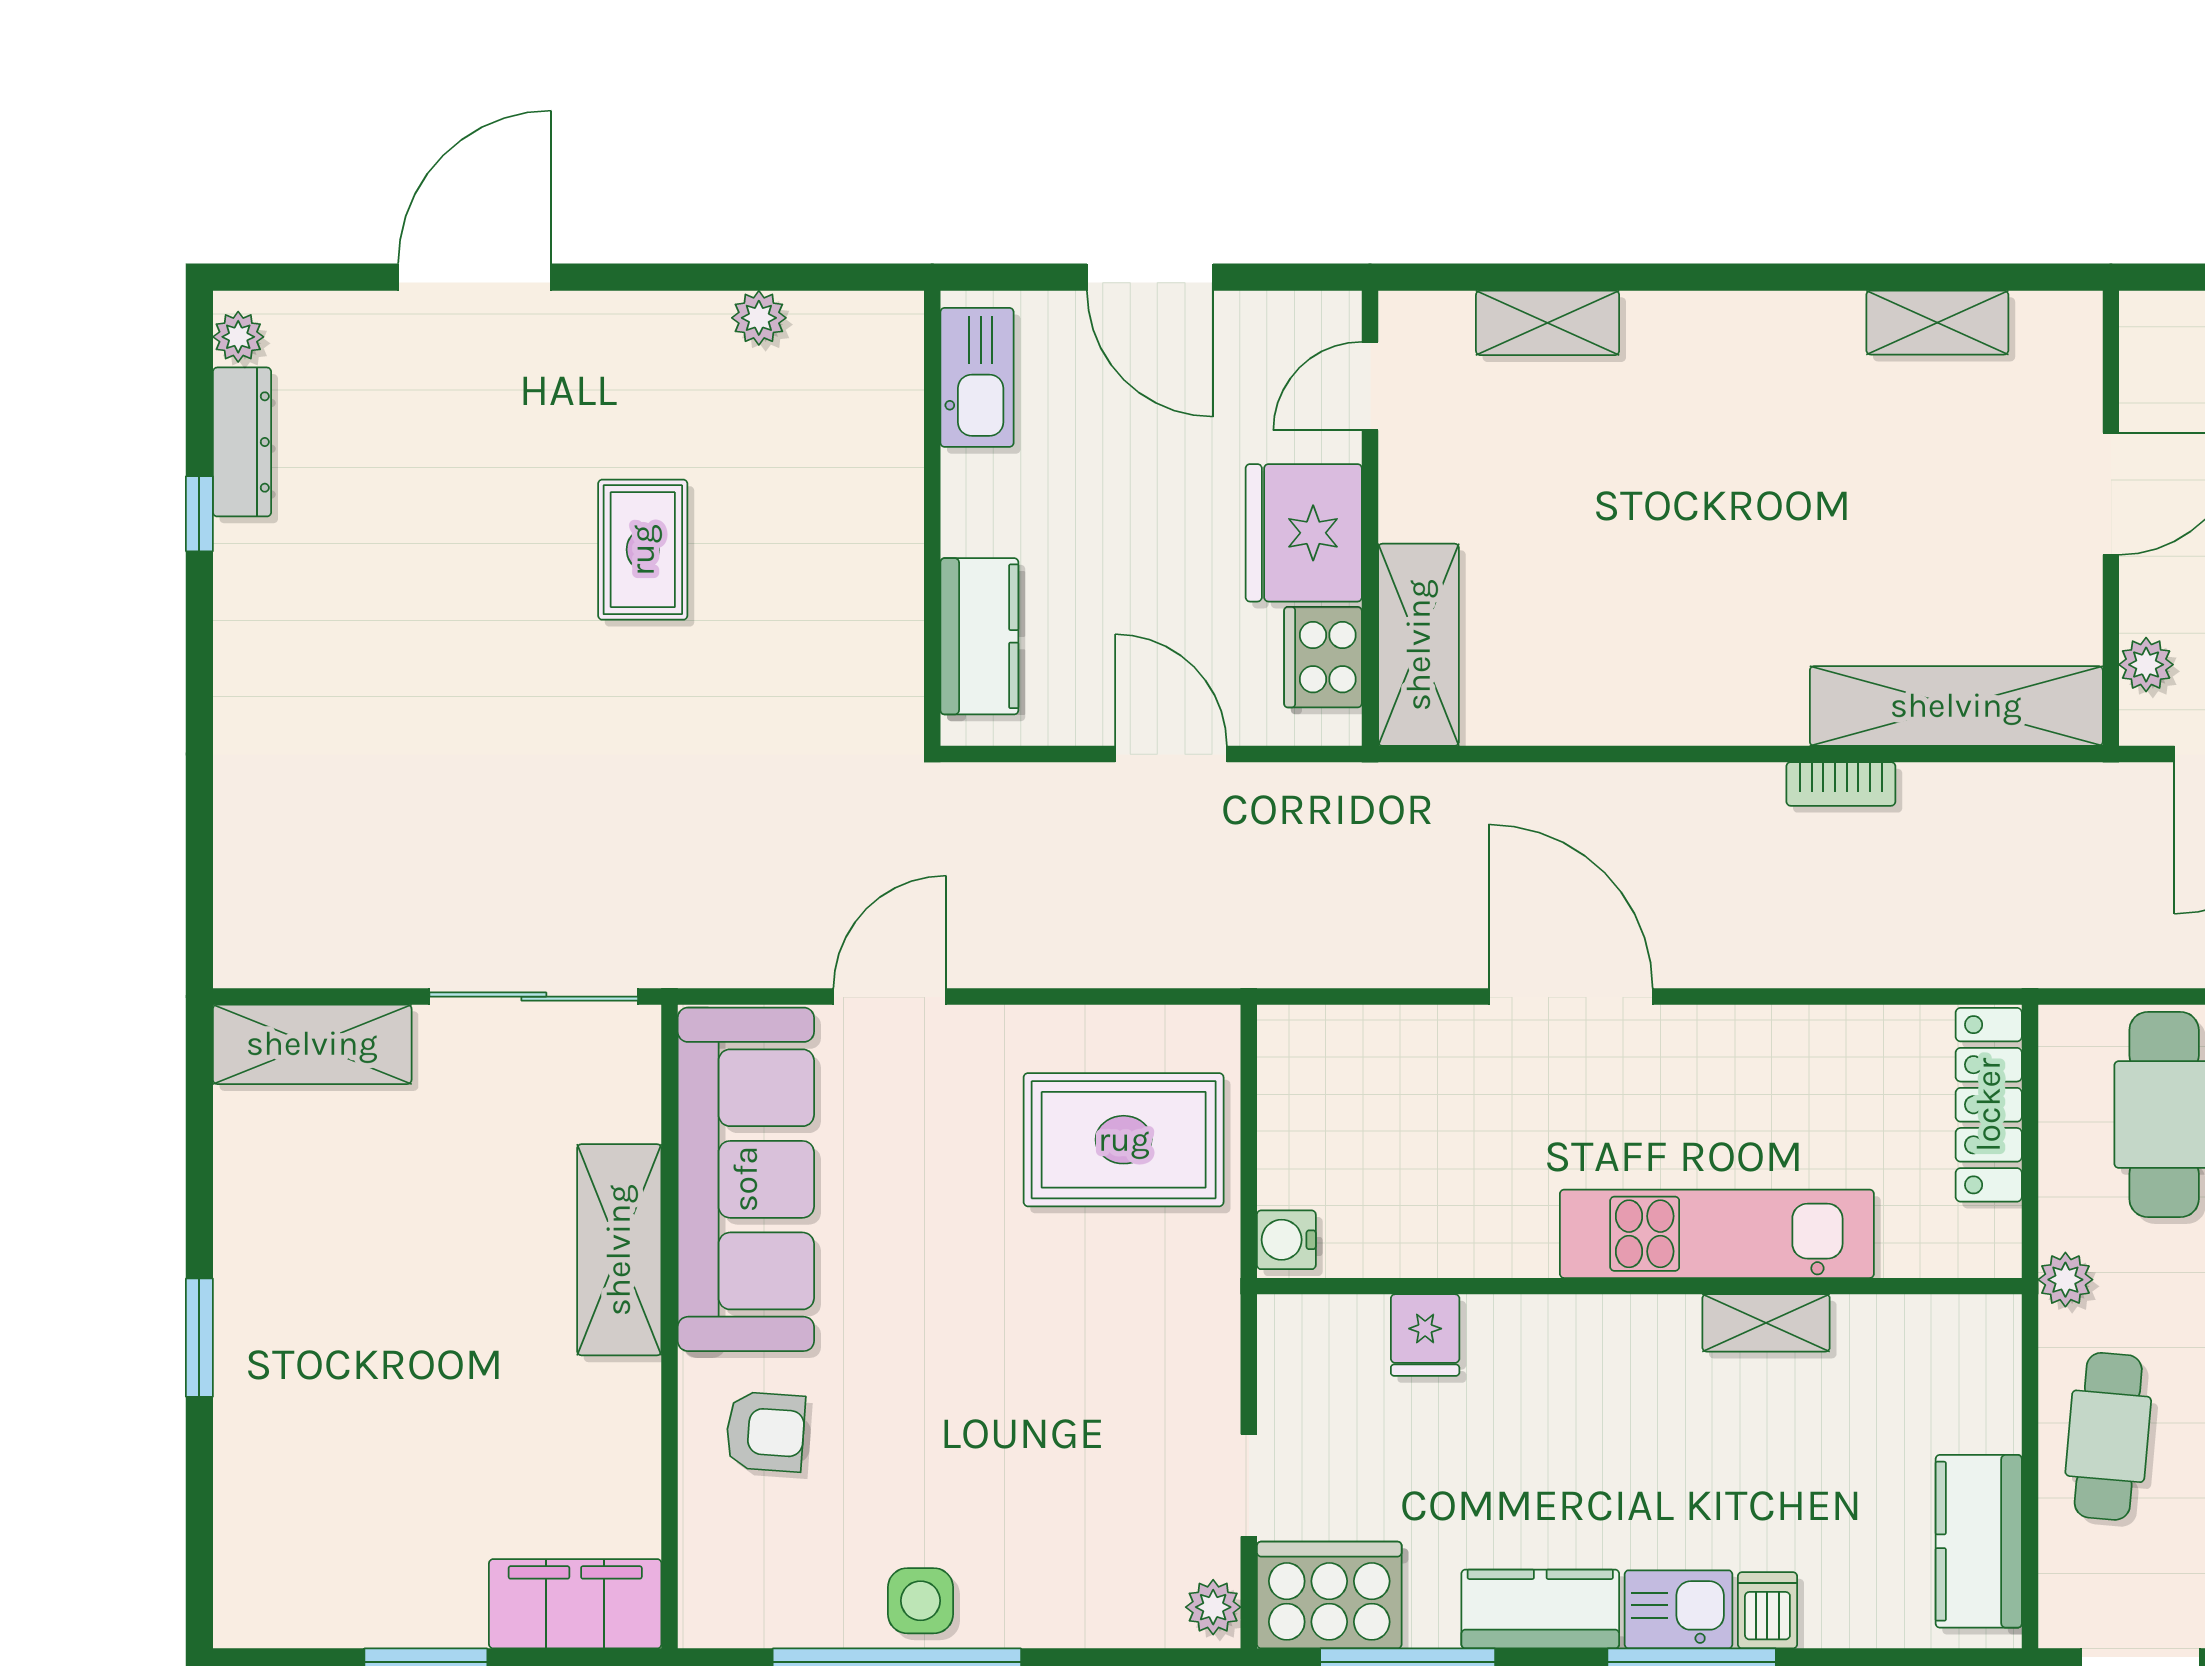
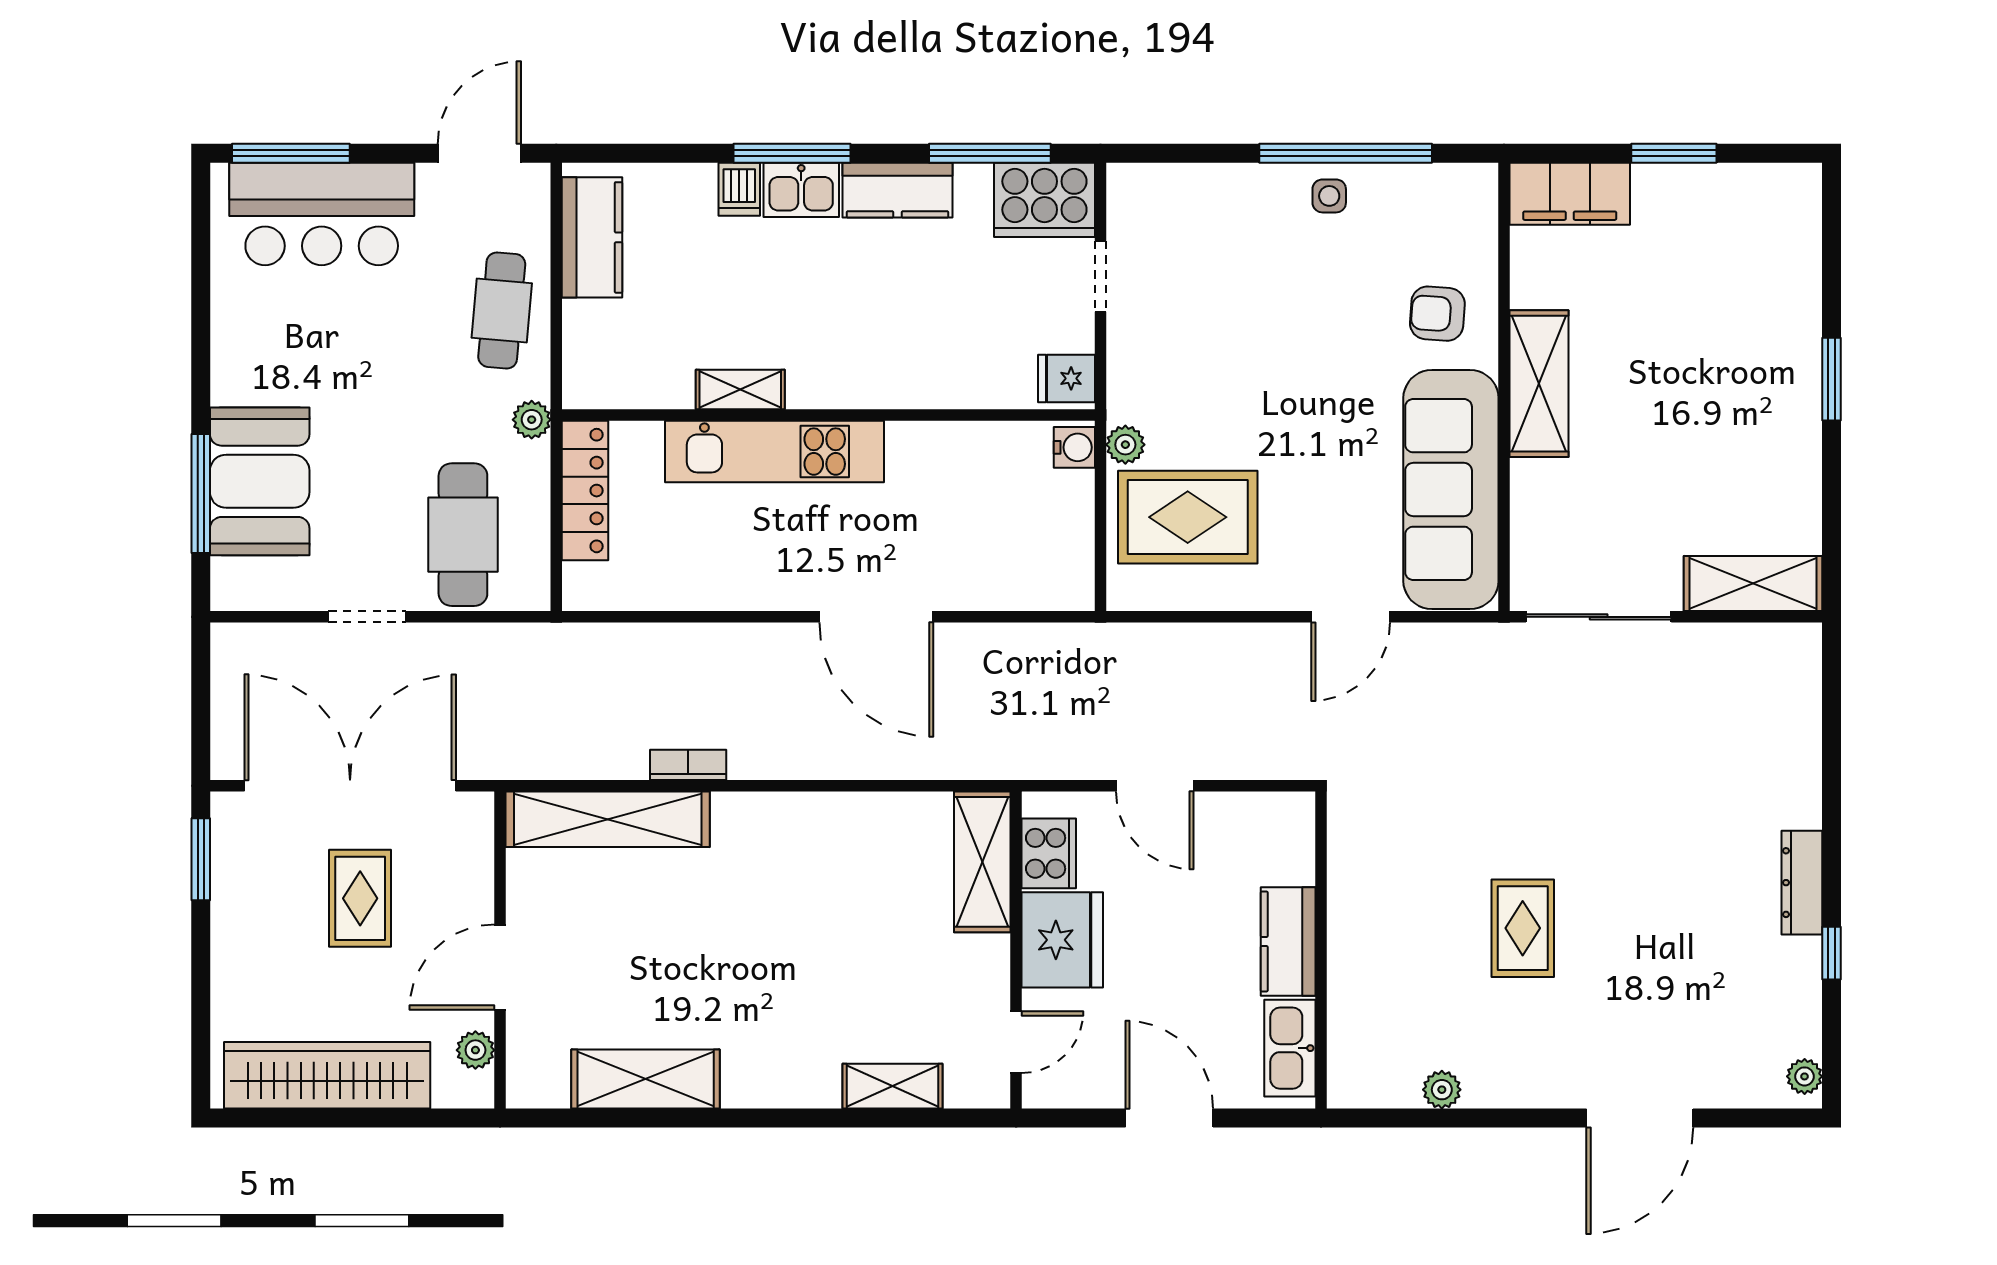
shelving: (1937, 323) -> (646, 1079), width x1.50, depth x1.33
dresser: (242, 442) -> (1802, 883), moved
kitchen counter: (979, 636) -> (1288, 942), moved
plant: (2146, 665) -> (475, 1050), moved
locker: (1989, 1105) -> (585, 491), moved
shelving: (619, 1250) -> (1539, 384), moved
fridge: (1425, 1335) -> (1066, 378), moved, turned -90
side table: (920, 1601) -> (1329, 196), width x0.73, depth x0.73
plant: (1213, 1607) -> (1125, 445), moved

